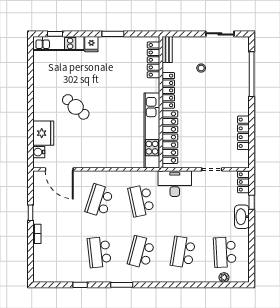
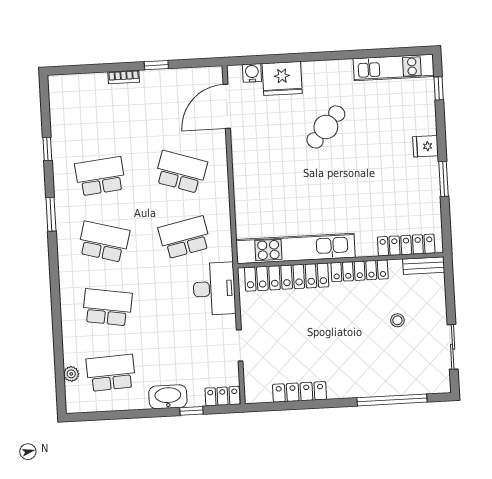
kitchen unit: (58, 43) -> (394, 67), moved, turned -90

